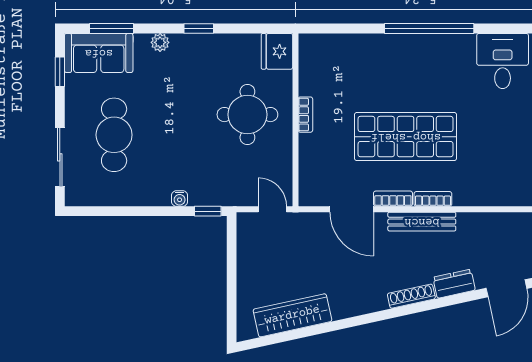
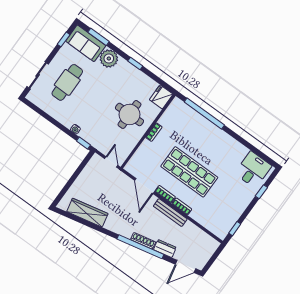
window: (429, 28) -> (204, 114), moved
plant: (160, 42) -> (109, 59), width x1.87, depth x1.87
window: (414, 309) -> (140, 247), added

